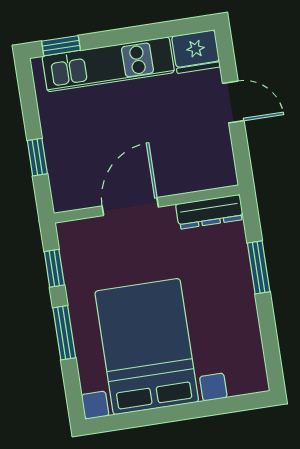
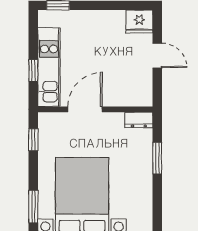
kitchen unit: (108, 64) -> (49, 67), moved, turned -90
dresser: (210, 212) -> (139, 120), width x0.70
window: (64, 333) -> (33, 207), moved

